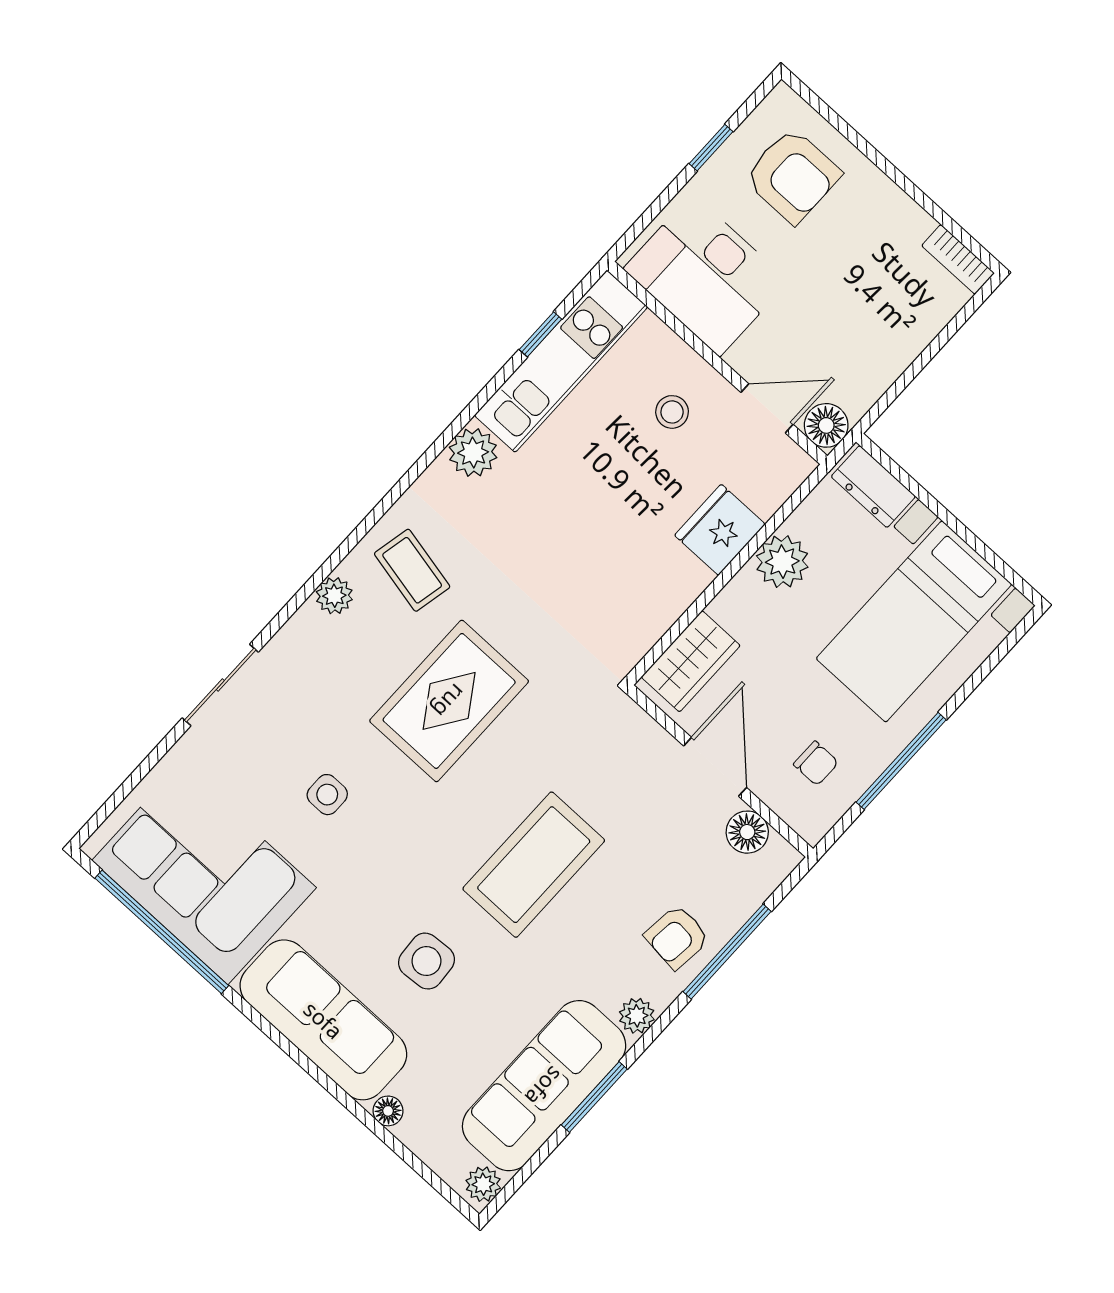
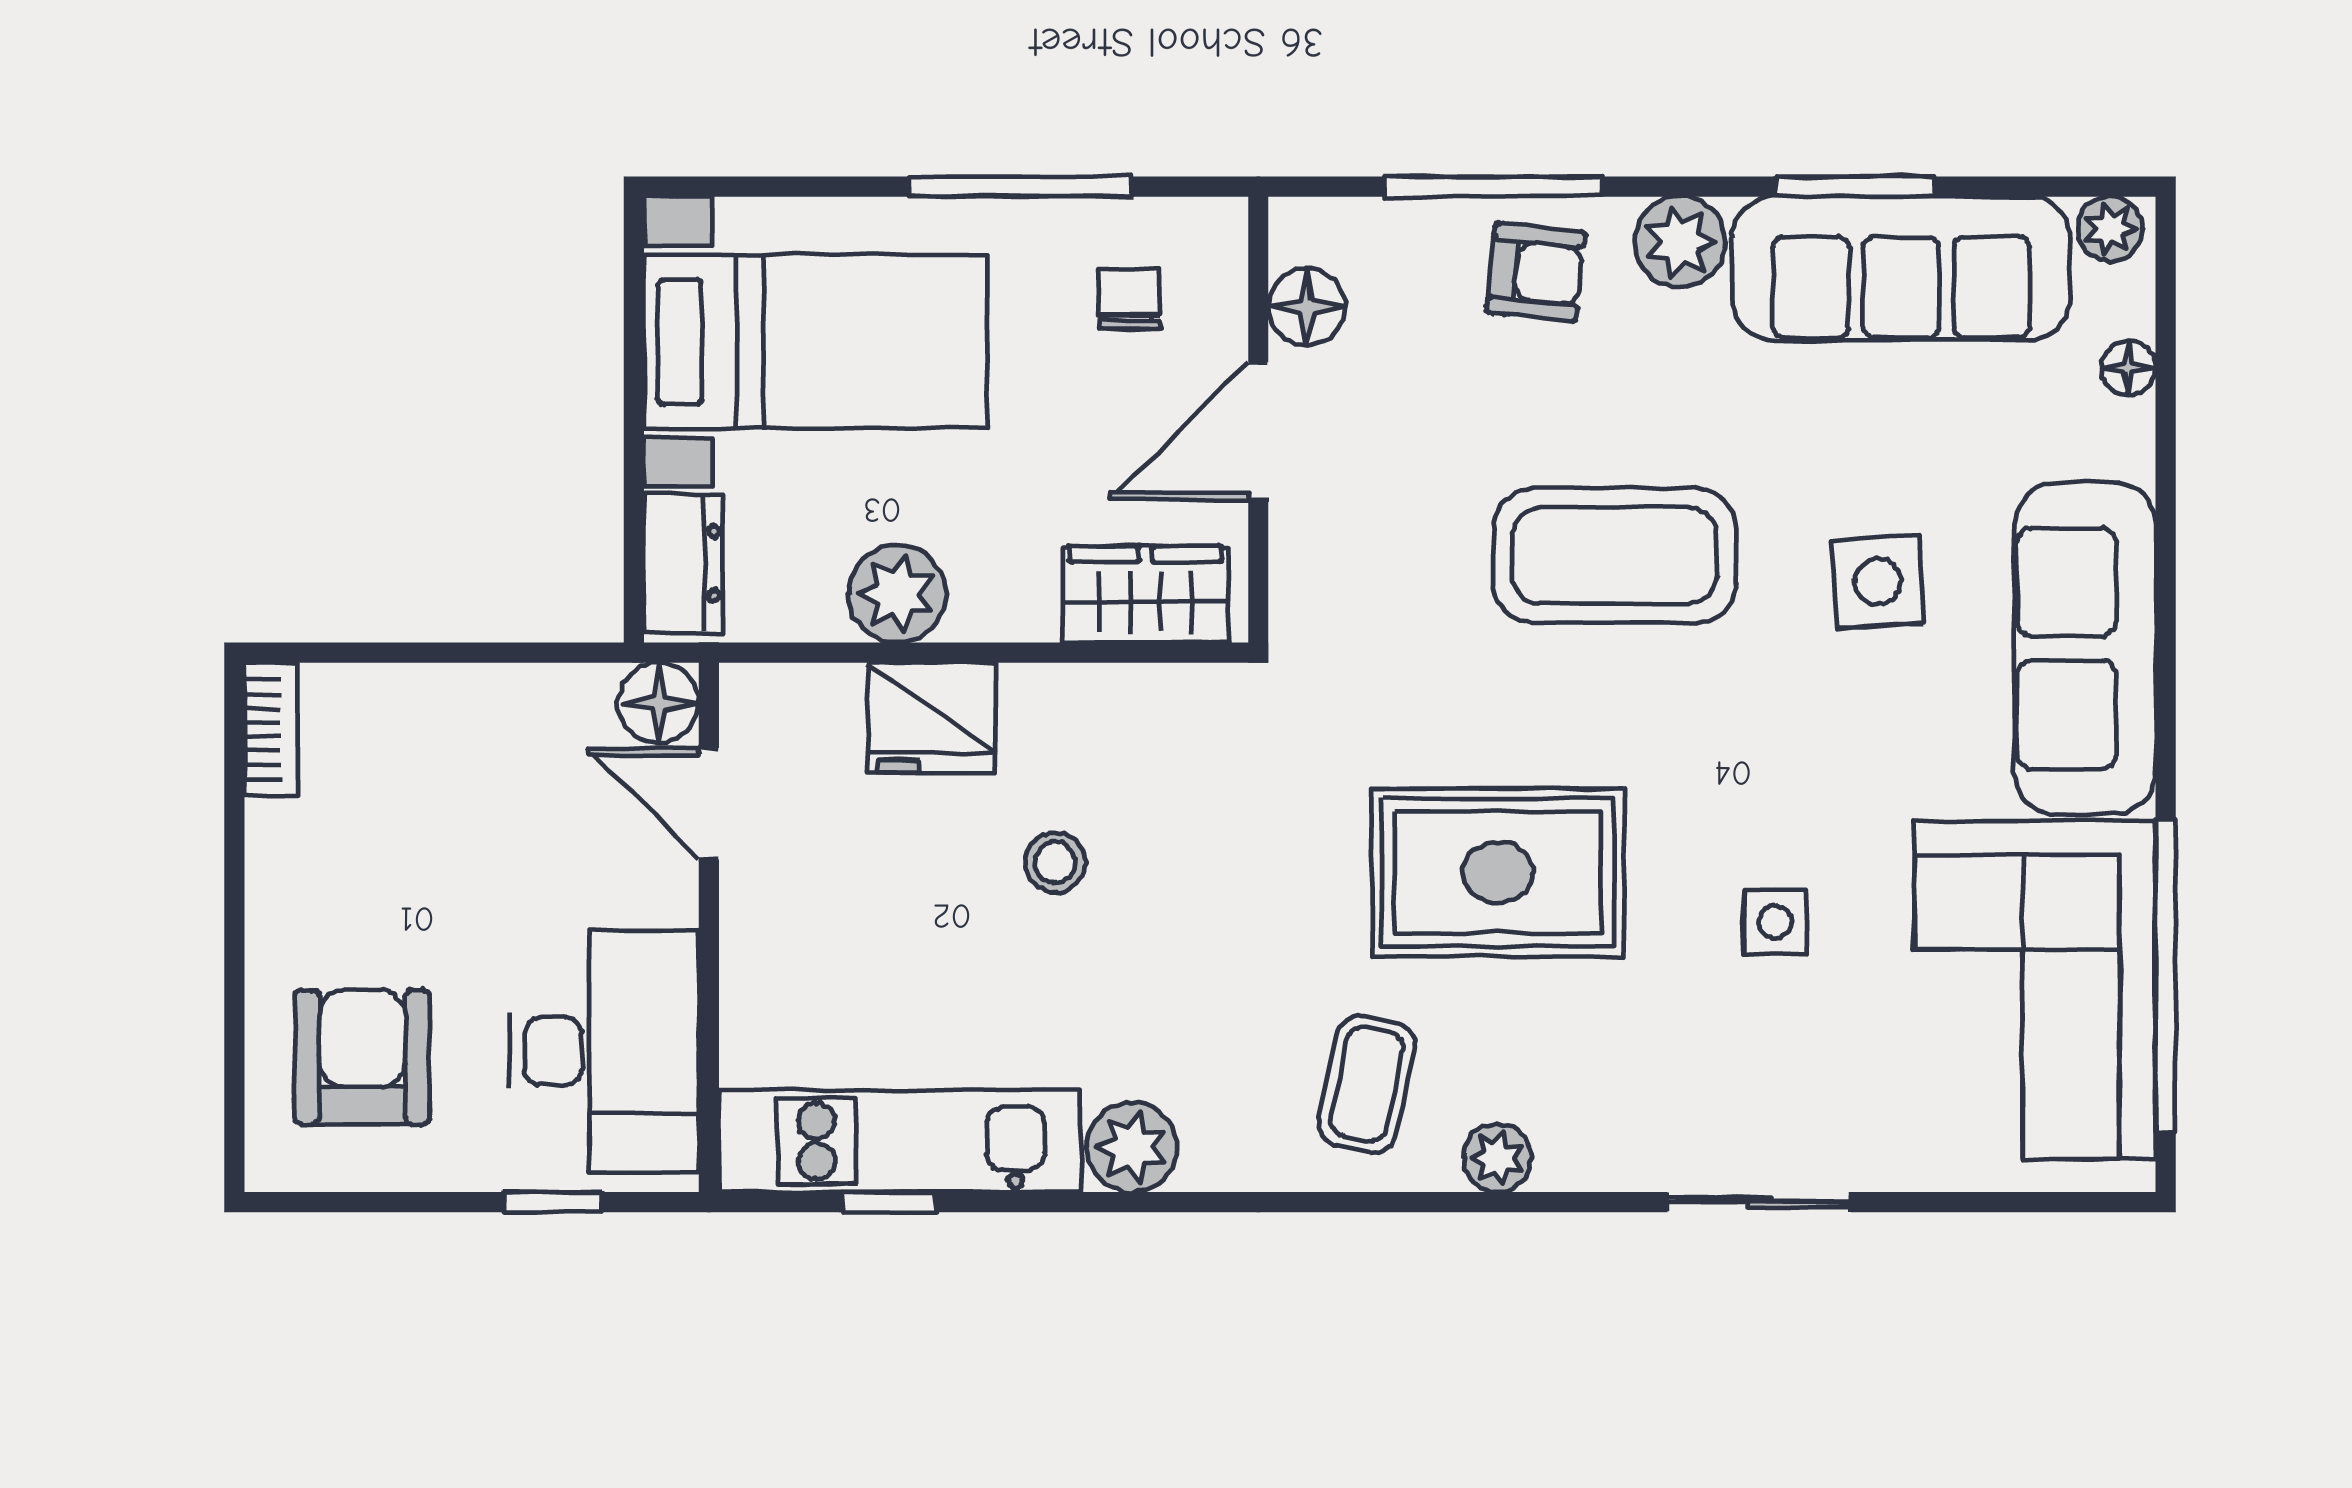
window: (711, 148) -> (553, 1202), moved
stool: (672, 412) -> (1055, 862), moved
plant: (637, 1016) -> (1680, 242), width x1.38, depth x1.38
floor lamp: (388, 1111) -> (2128, 368), moved

